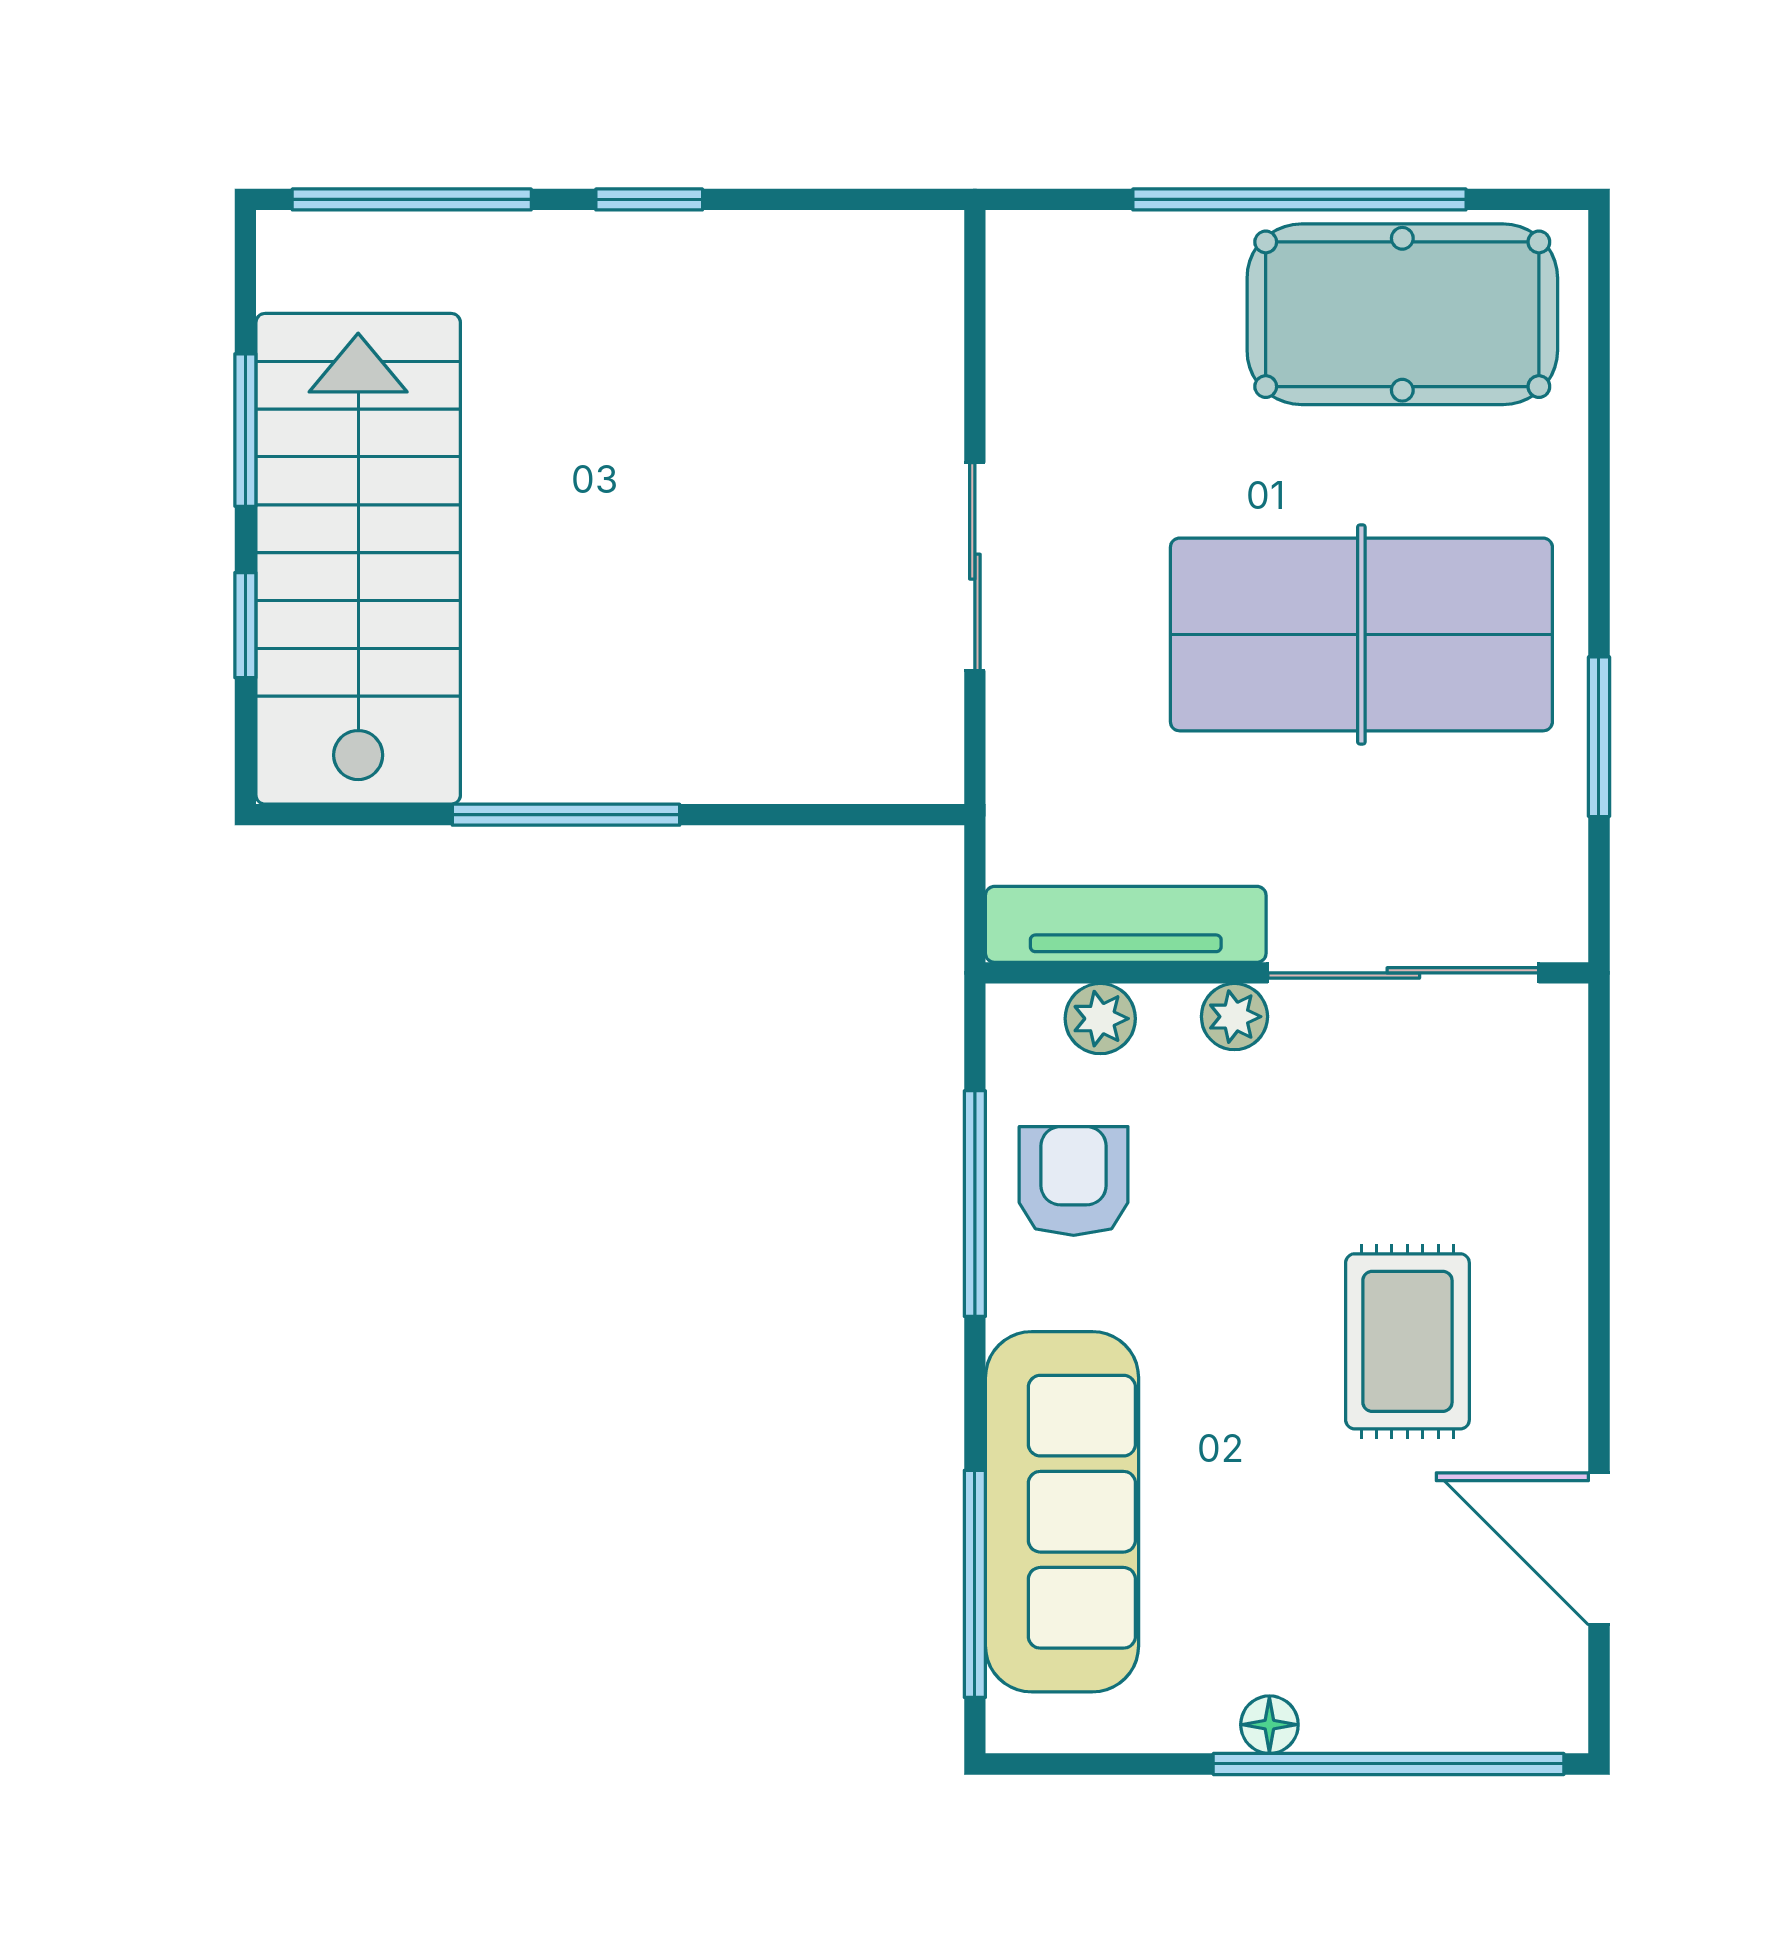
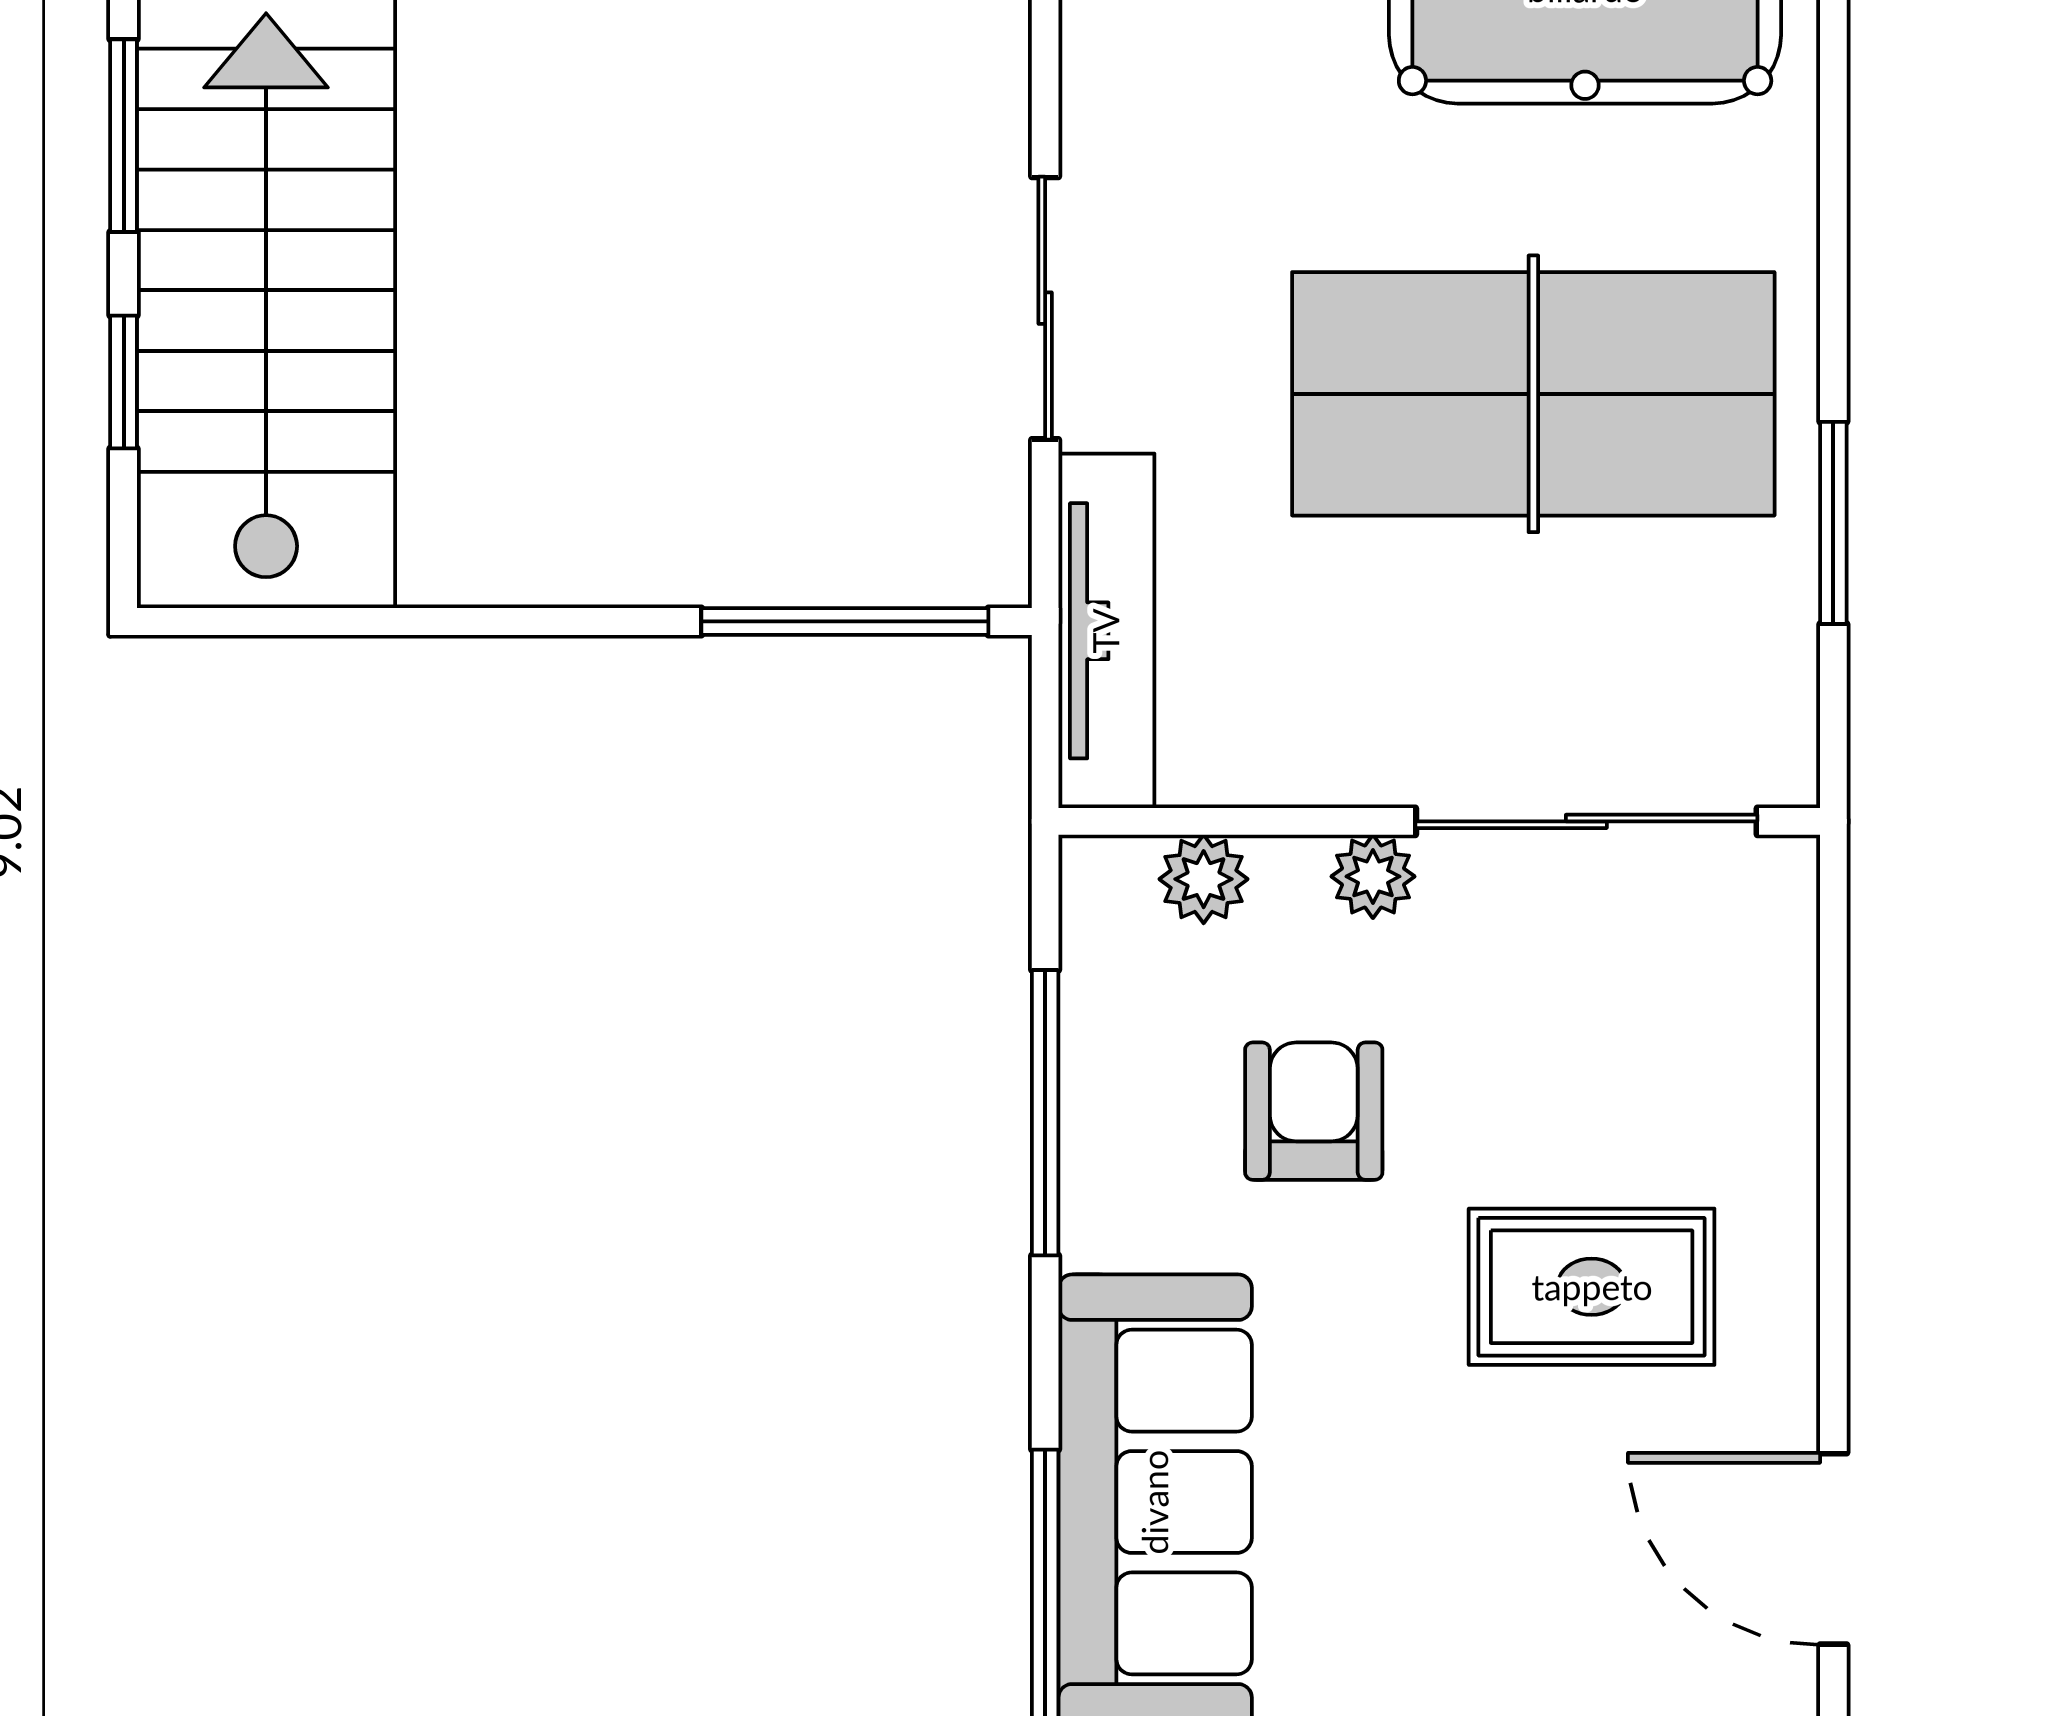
window: (566, 815) -> (845, 621), moved
tv unit: (1126, 924) -> (1106, 631), moved, turned 90
armchair: (1074, 1181) -> (1314, 1111), moved
rug: (1407, 1341) -> (1592, 1287), turned 90

